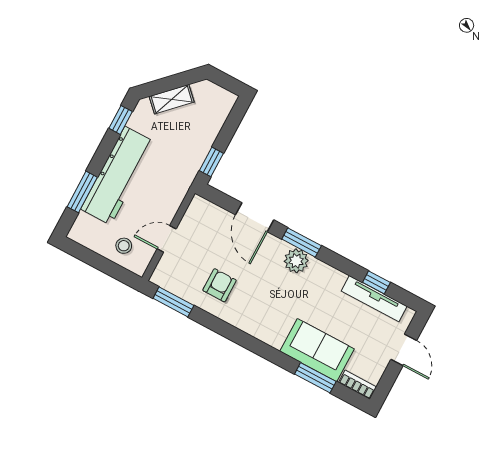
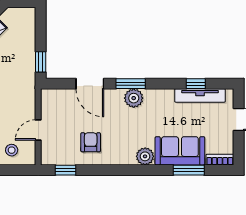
window: (173, 302) -> (66, 170), width x0.67
plant: (273, 335) -> (145, 156), added

